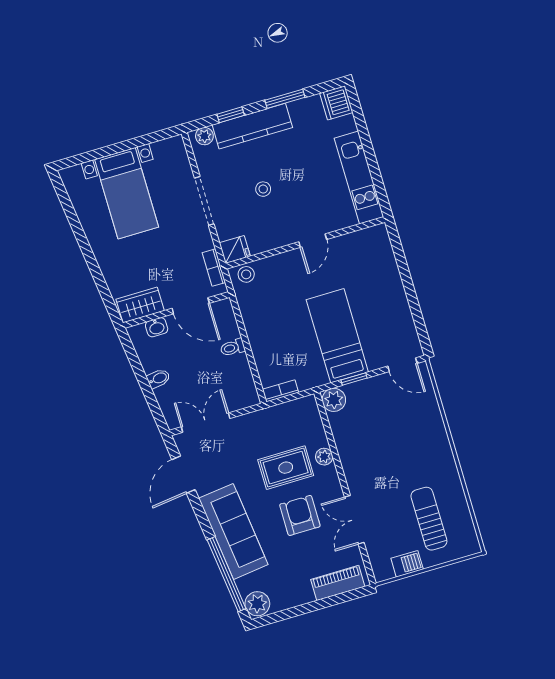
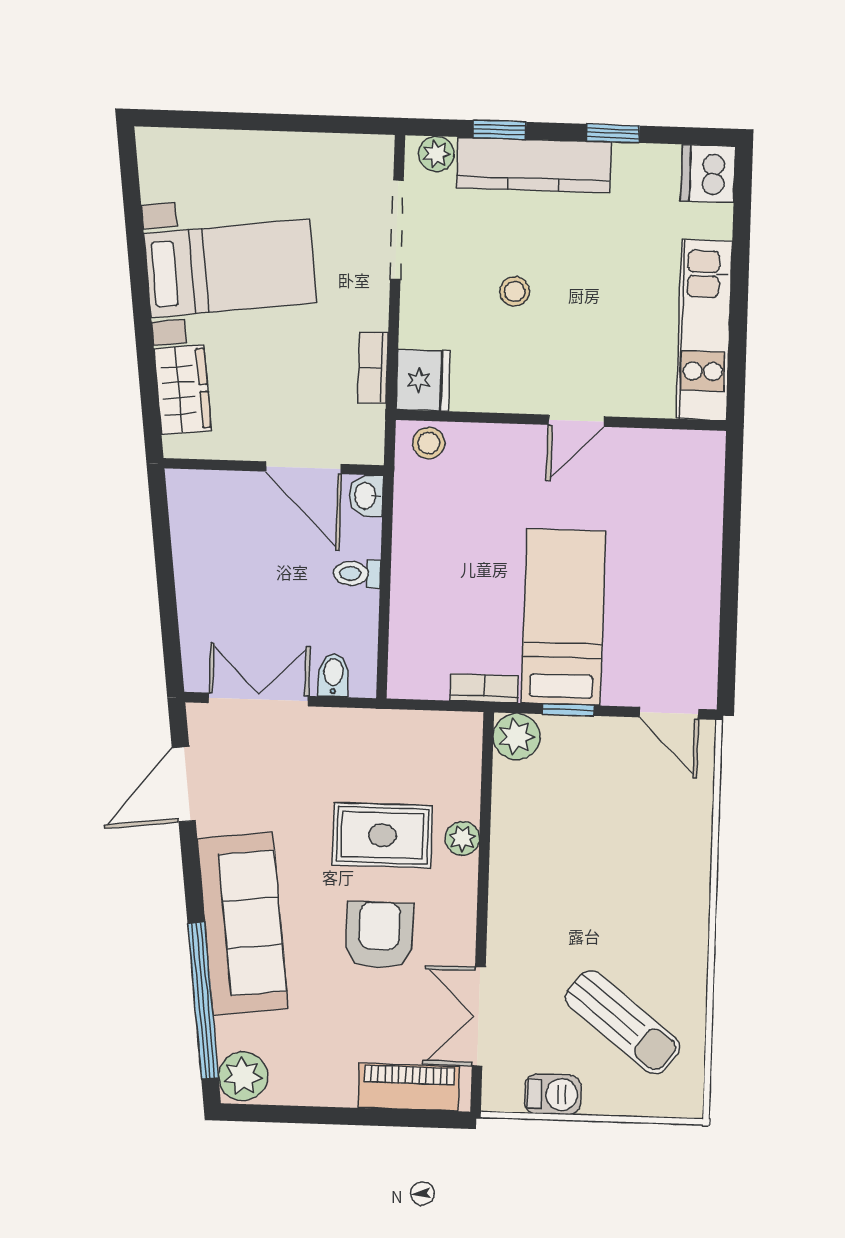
window: (285, 99) -> (613, 133), width x0.67
bed with nightstands: (127, 193) -> (230, 268), moved, turned -97
doorway: (204, 201) -> (397, 230), moved
fridge: (235, 250) -> (423, 380), width x1.38
bookcase: (214, 268) -> (373, 368), moved
wardrobe: (140, 305) -> (183, 390), moved, turned 83
washbasin: (157, 327) -> (366, 496), moved, turned 90
bidet: (158, 379) -> (333, 675), moved, turned -83
bookcase: (281, 391) -> (484, 688), moved
sun lounger: (429, 519) -> (623, 1022), turned 128
double door: (354, 520) -> (479, 1017), moved

